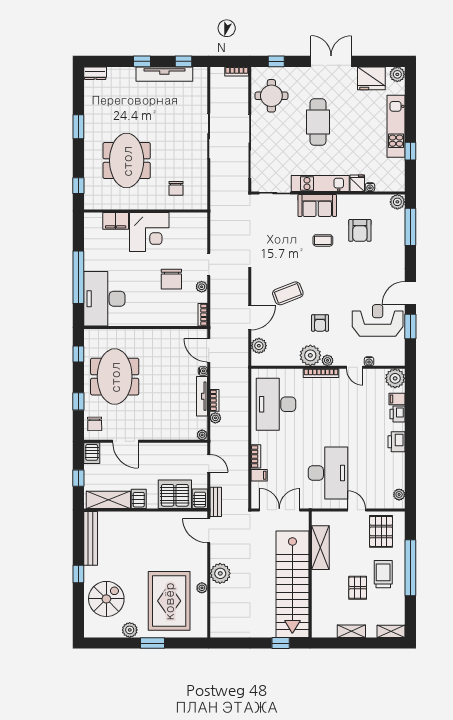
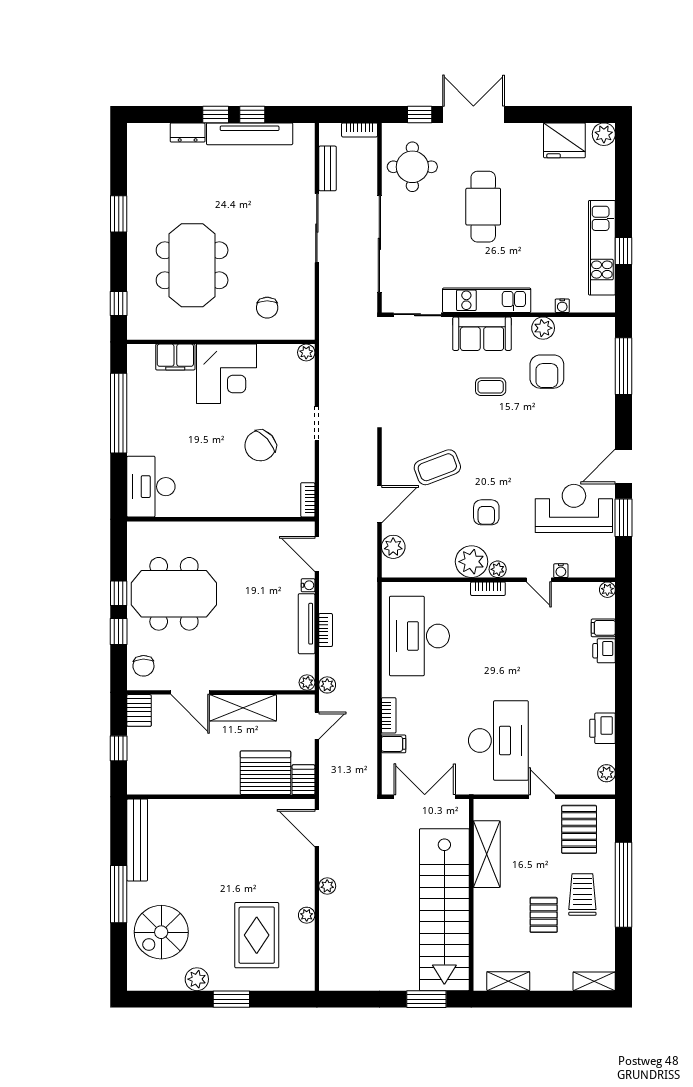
window: (184, 61) -> (252, 114), moved
double door: (331, 61) -> (473, 114), moved
dresser: (95, 73) -> (188, 132), moved
kitchen unit: (396, 126) -> (602, 248), moved
fridge: (357, 183) -> (543, 300), removed
plant: (397, 202) -> (543, 328), moved
window: (78, 277) -> (119, 413), moved
chair: (171, 279) -> (260, 446), turned 48
plant: (202, 287) -> (306, 352), moved
desk: (104, 299) -> (151, 487), width x0.73, depth x0.77
window: (78, 354) -> (119, 593), moved
bookcase: (321, 373) -> (488, 589), width x0.64
meeting table: (115, 377) -> (174, 594), turned 90
plant: (395, 378) -> (607, 590), width x0.53, depth x0.53
plant: (215, 418) -> (327, 685), moved
printer: (396, 442) -> (603, 728), moved
door: (209, 463) -> (317, 726), hinge flipped
server rack: (139, 499) -> (211, 780), removed
shelving: (108, 500) -> (243, 708), moved
bench: (216, 502) -> (328, 168), moved
plant: (220, 573) -> (327, 886), width x0.53, depth x0.53
window: (78, 574) -> (119, 894), width x2.17
spiral stairs: (106, 599) -> (161, 932), turned 180
rug: (169, 601) -> (257, 935), width x0.73, depth x0.69
shelving: (351, 631) -> (508, 981), moved
window: (281, 643) -> (426, 999), width x1.50

